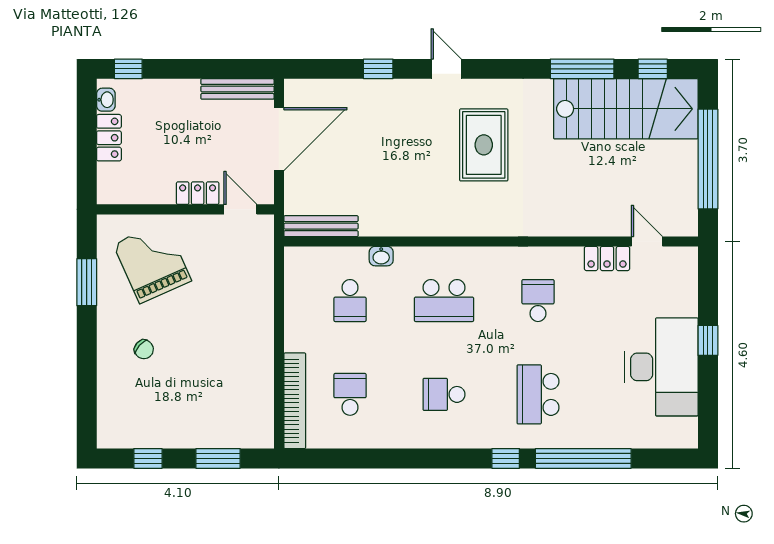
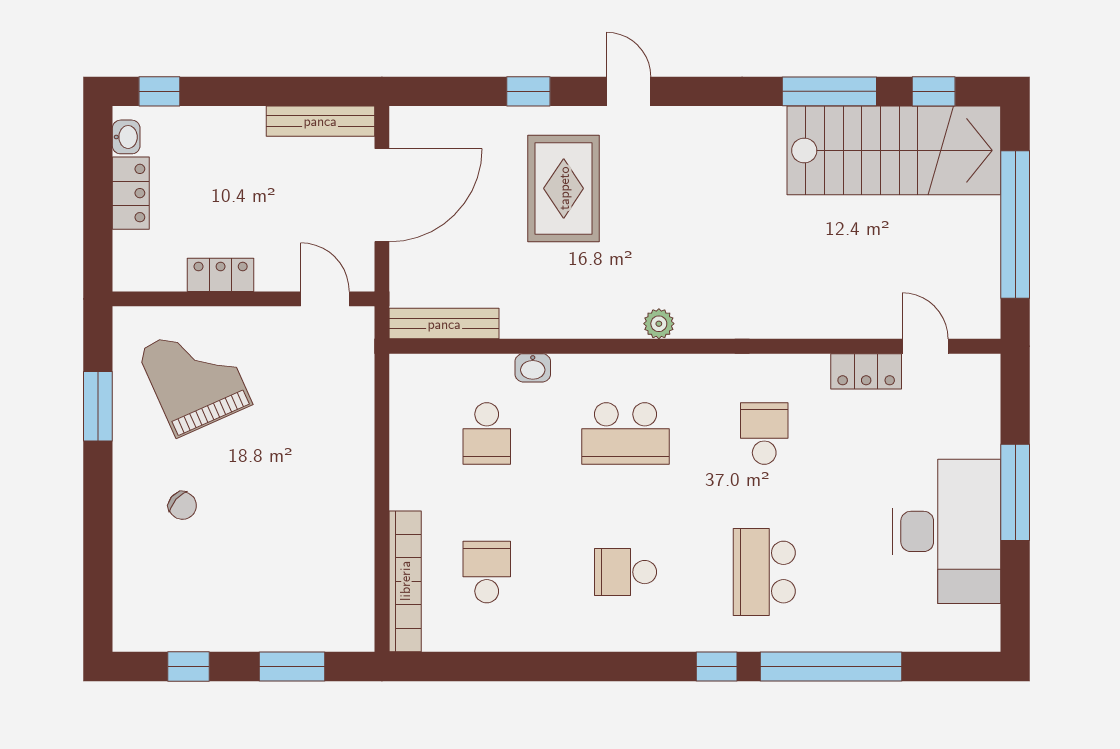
rug: (484, 145) -> (564, 188), moved
locker: (198, 193) -> (221, 275), moved
plant: (467, 226) -> (659, 324), added
window: (708, 340) -> (1015, 492), width x2.17

